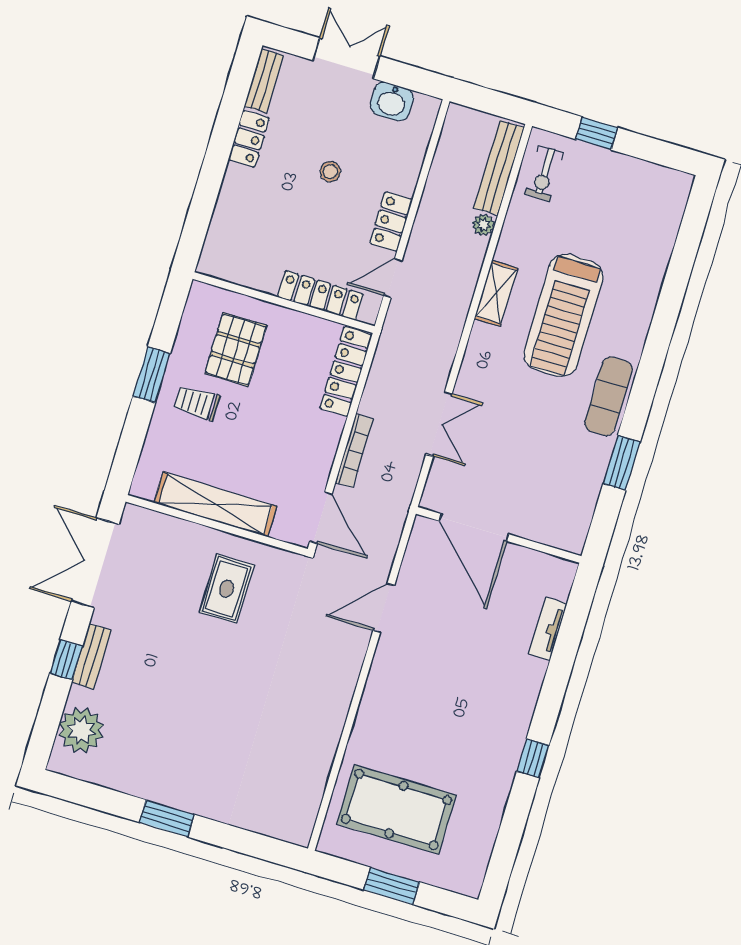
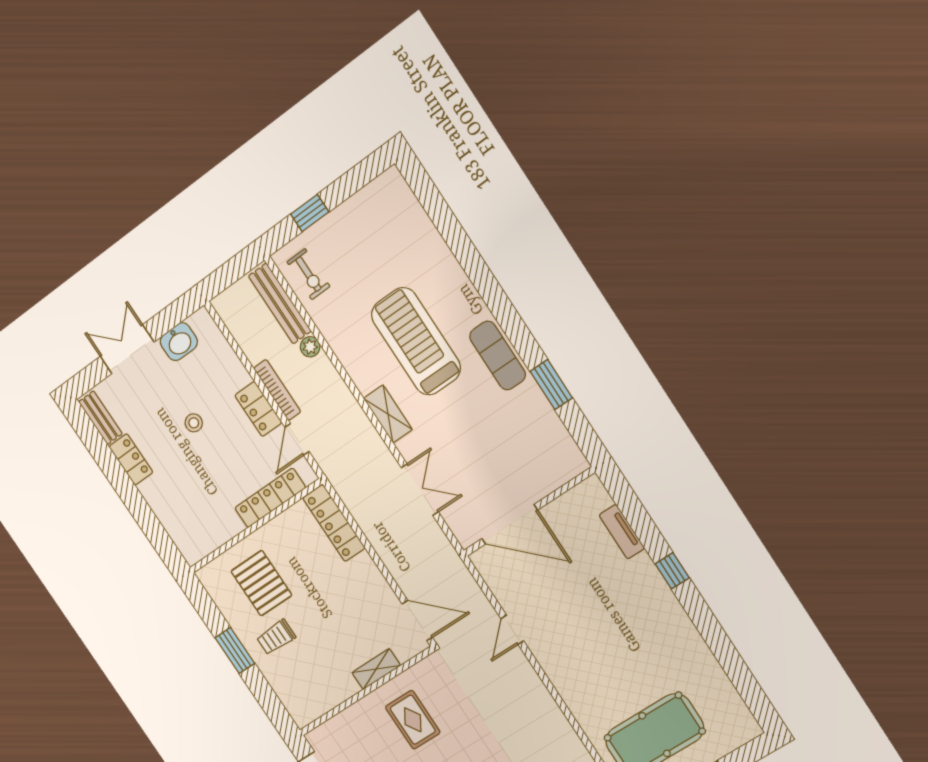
shelving: (496, 293) -> (388, 414), moved
treadmill: (563, 315) -> (416, 341), turned 180
bookcase: (354, 451) -> (277, 390), moved
shelving: (215, 504) -> (376, 669), width x0.45, depth x0.75
door: (384, 608) -> (512, 630), width x0.73
window: (533, 758) -> (672, 571), moved

